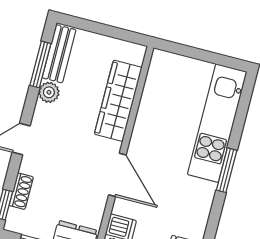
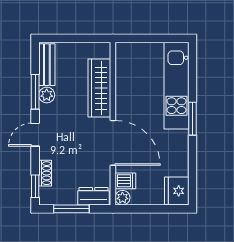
window: (40, 64) -> (35, 92), moved
door: (117, 175) -> (113, 143), width x1.36

